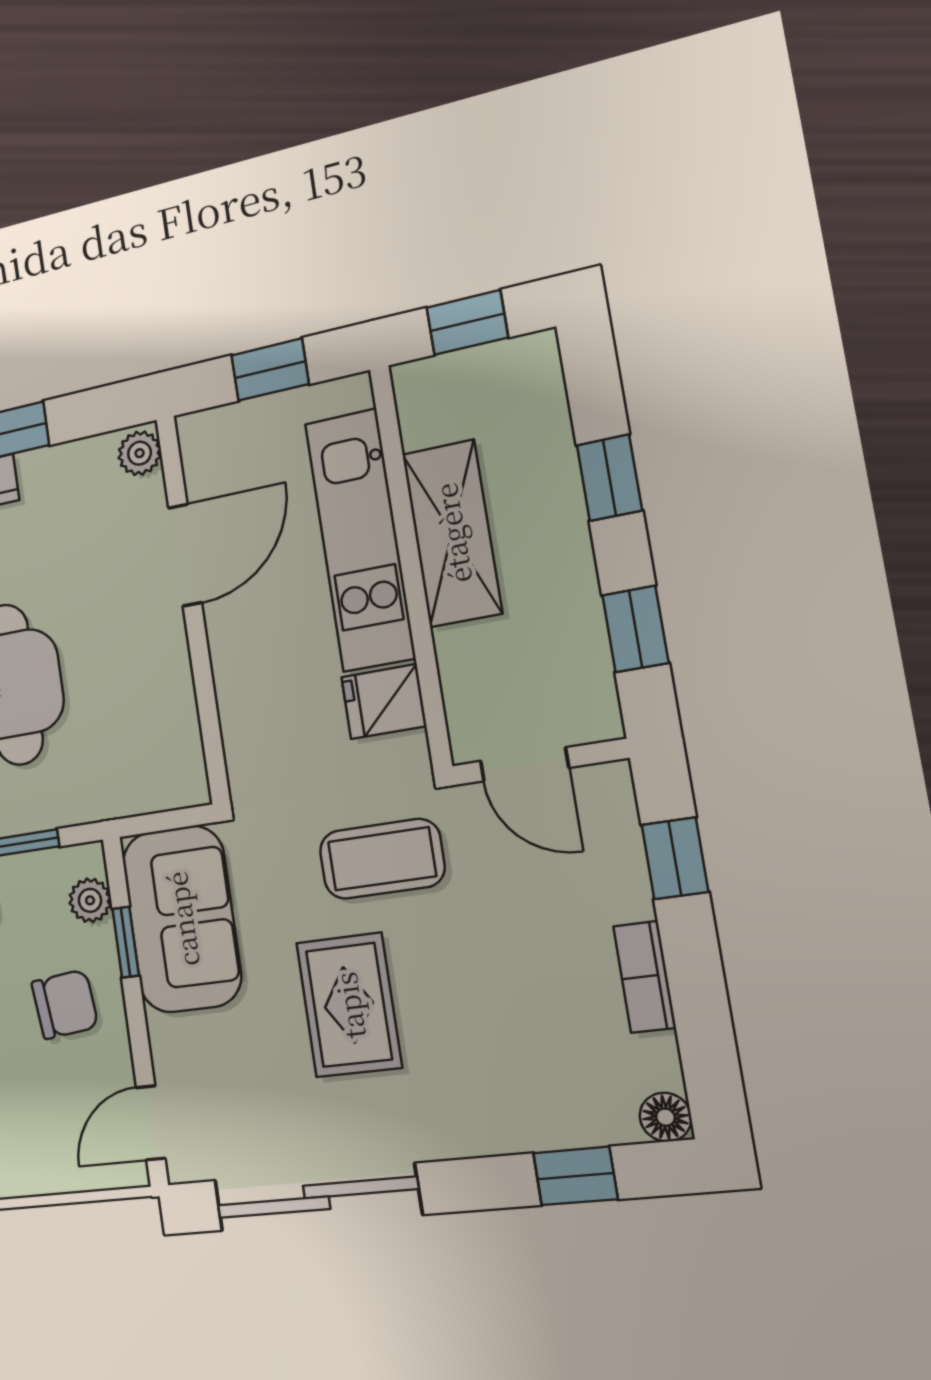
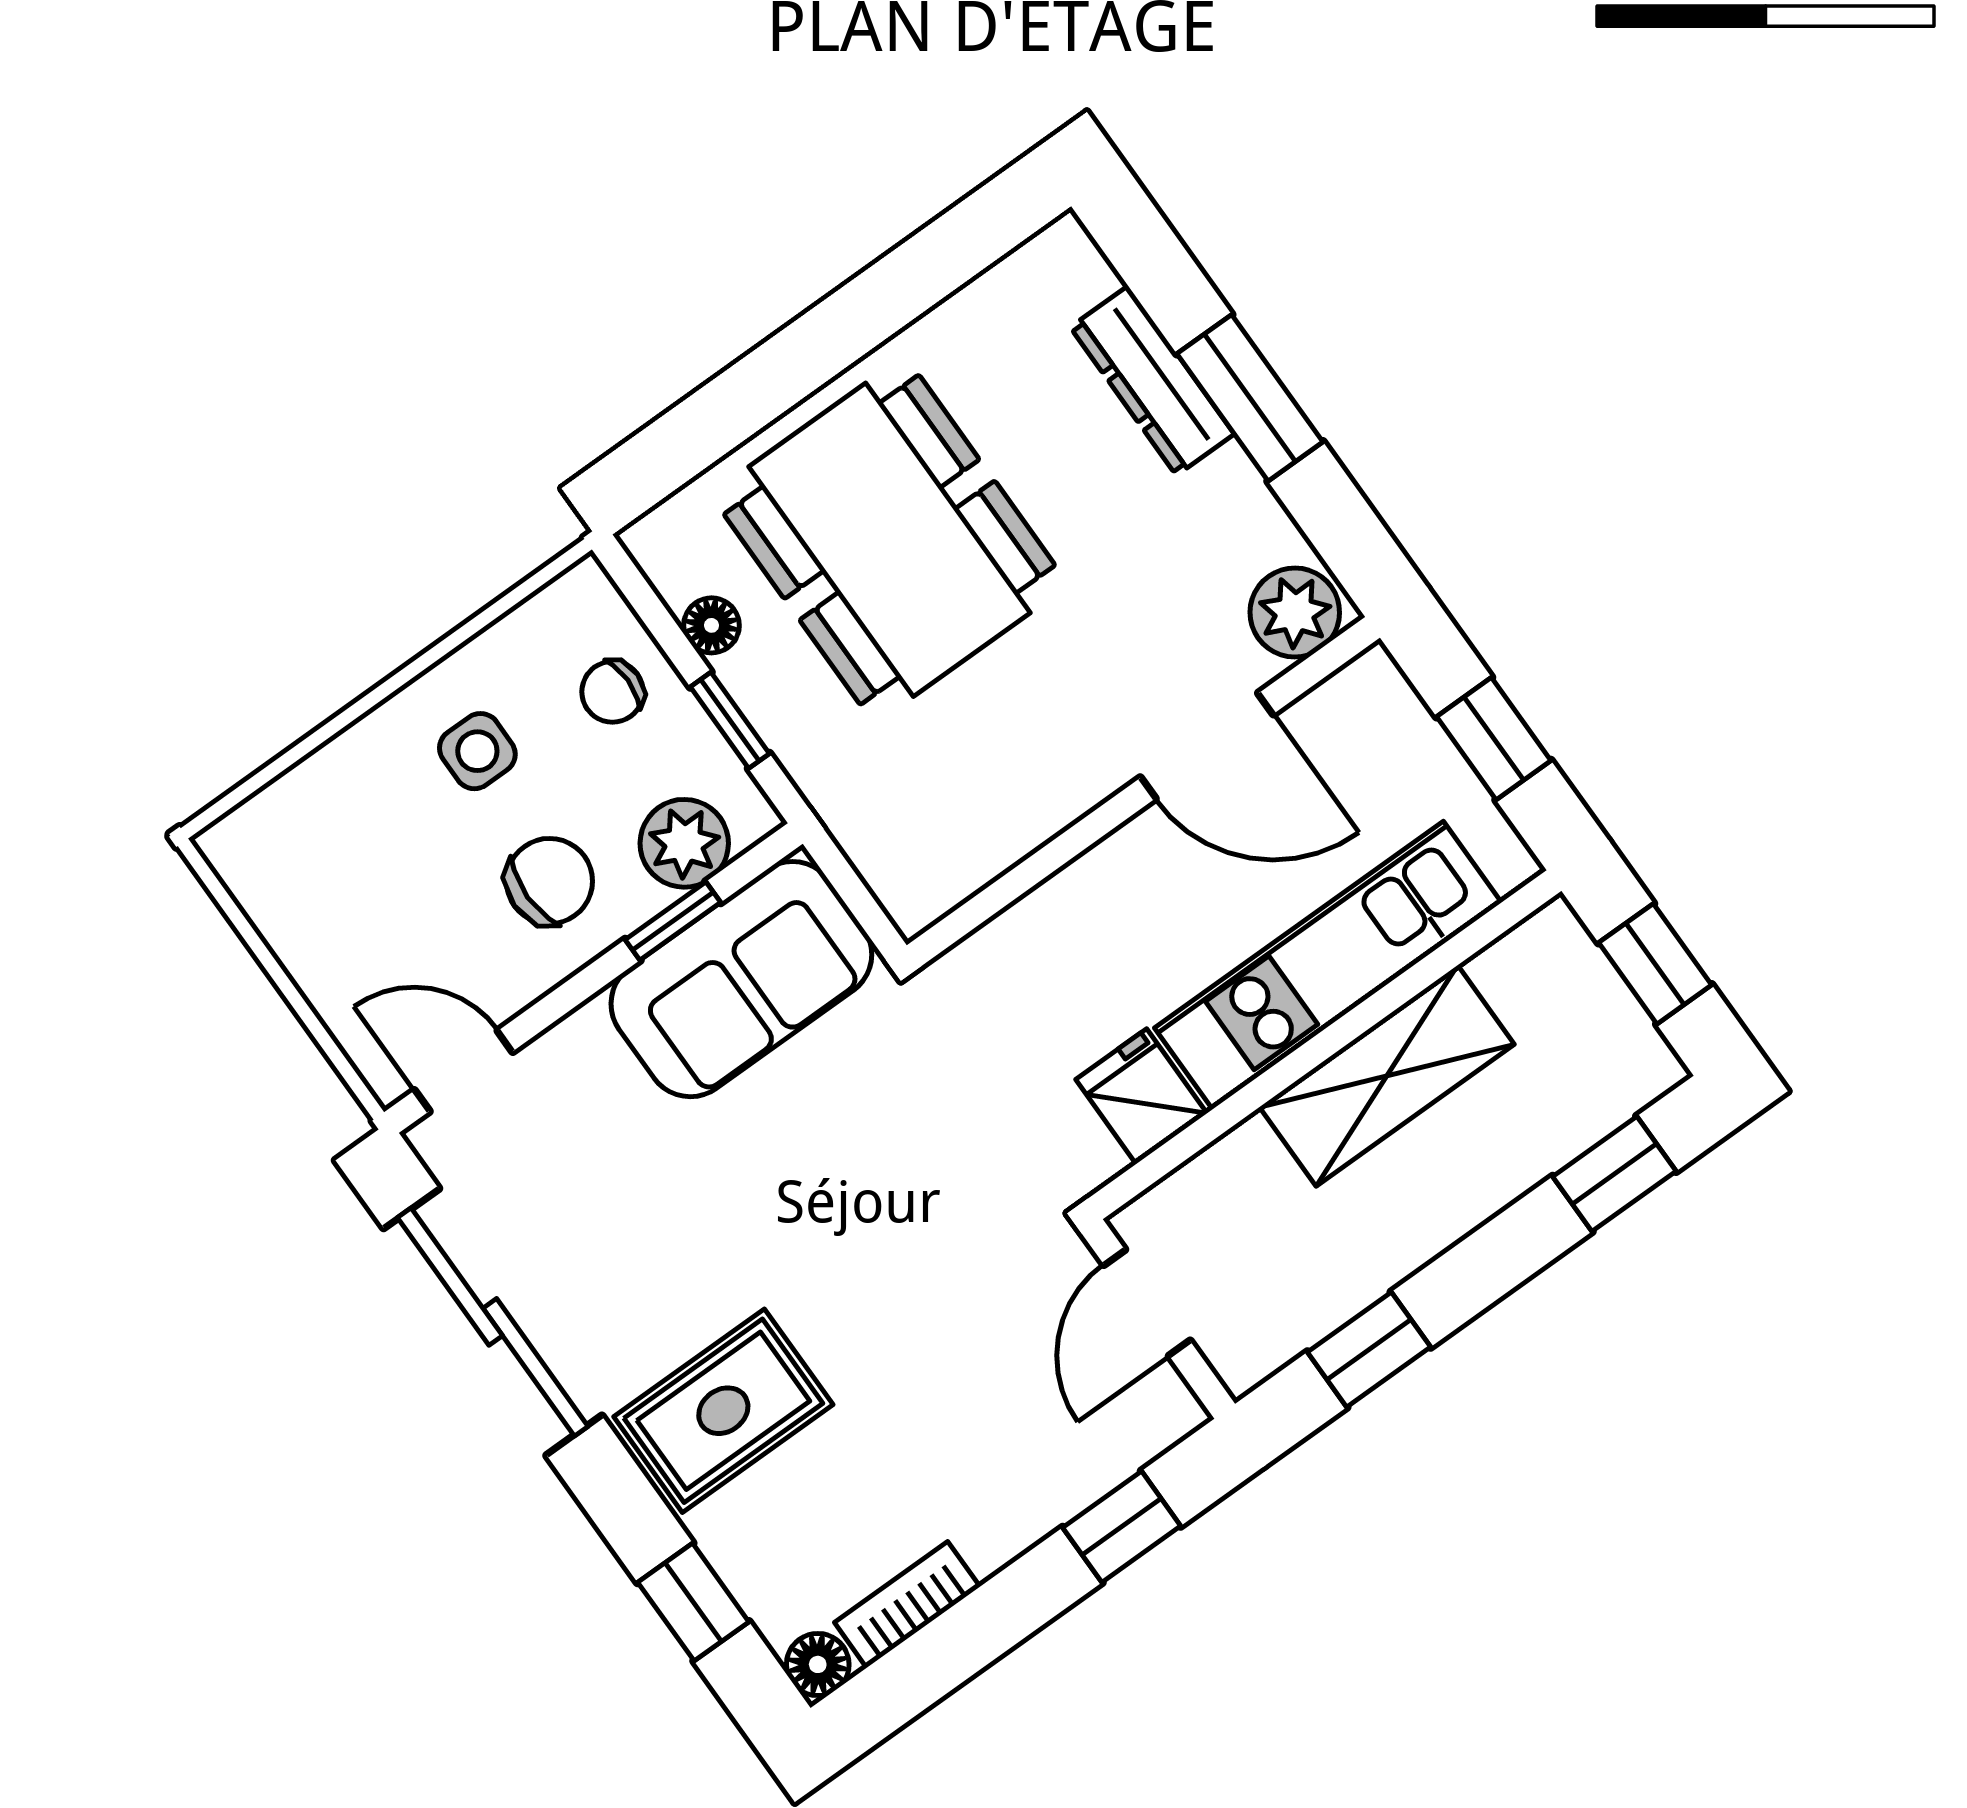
plant: (140, 453) -> (1295, 612), width x1.38, depth x1.38
window: (609, 478) -> (1614, 1174), moved
coffee table: (382, 859) -> (947, 1192), removed
plant: (90, 900) -> (684, 843), width x1.38, depth x1.38
bookcase: (644, 977) -> (907, 1605), moved
chair: (65, 1004) -> (549, 881), turned -84
rug: (349, 1005) -> (723, 1411), moved

